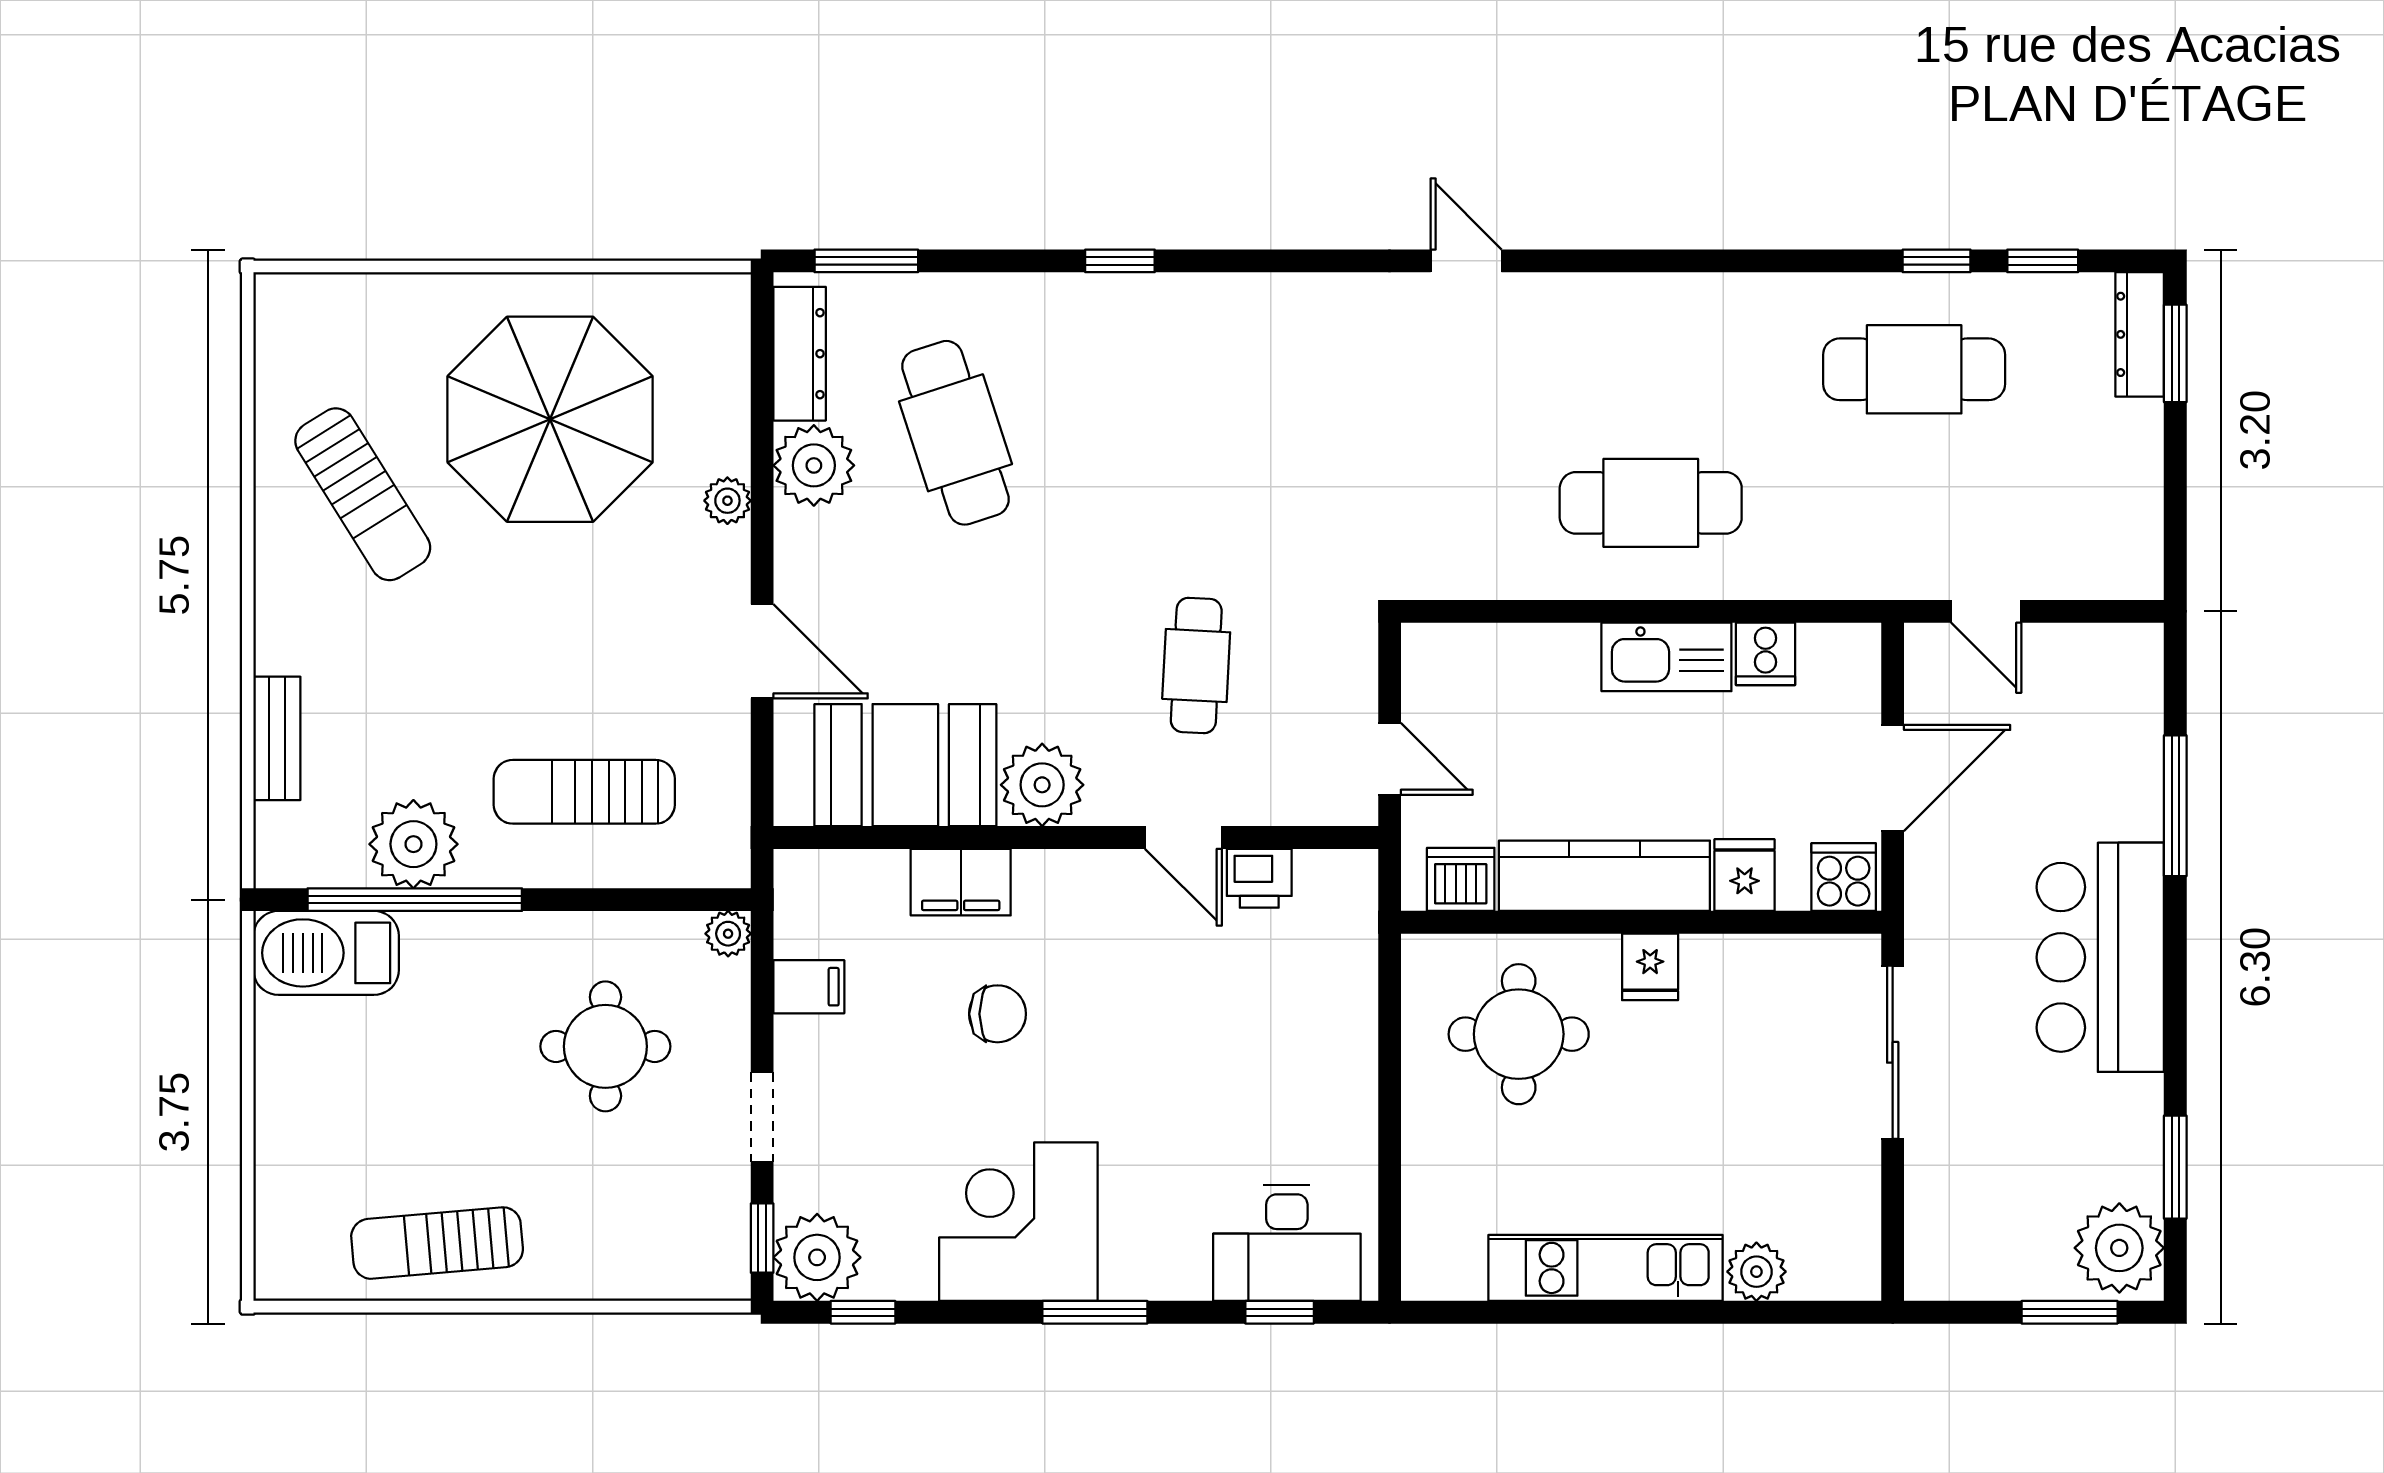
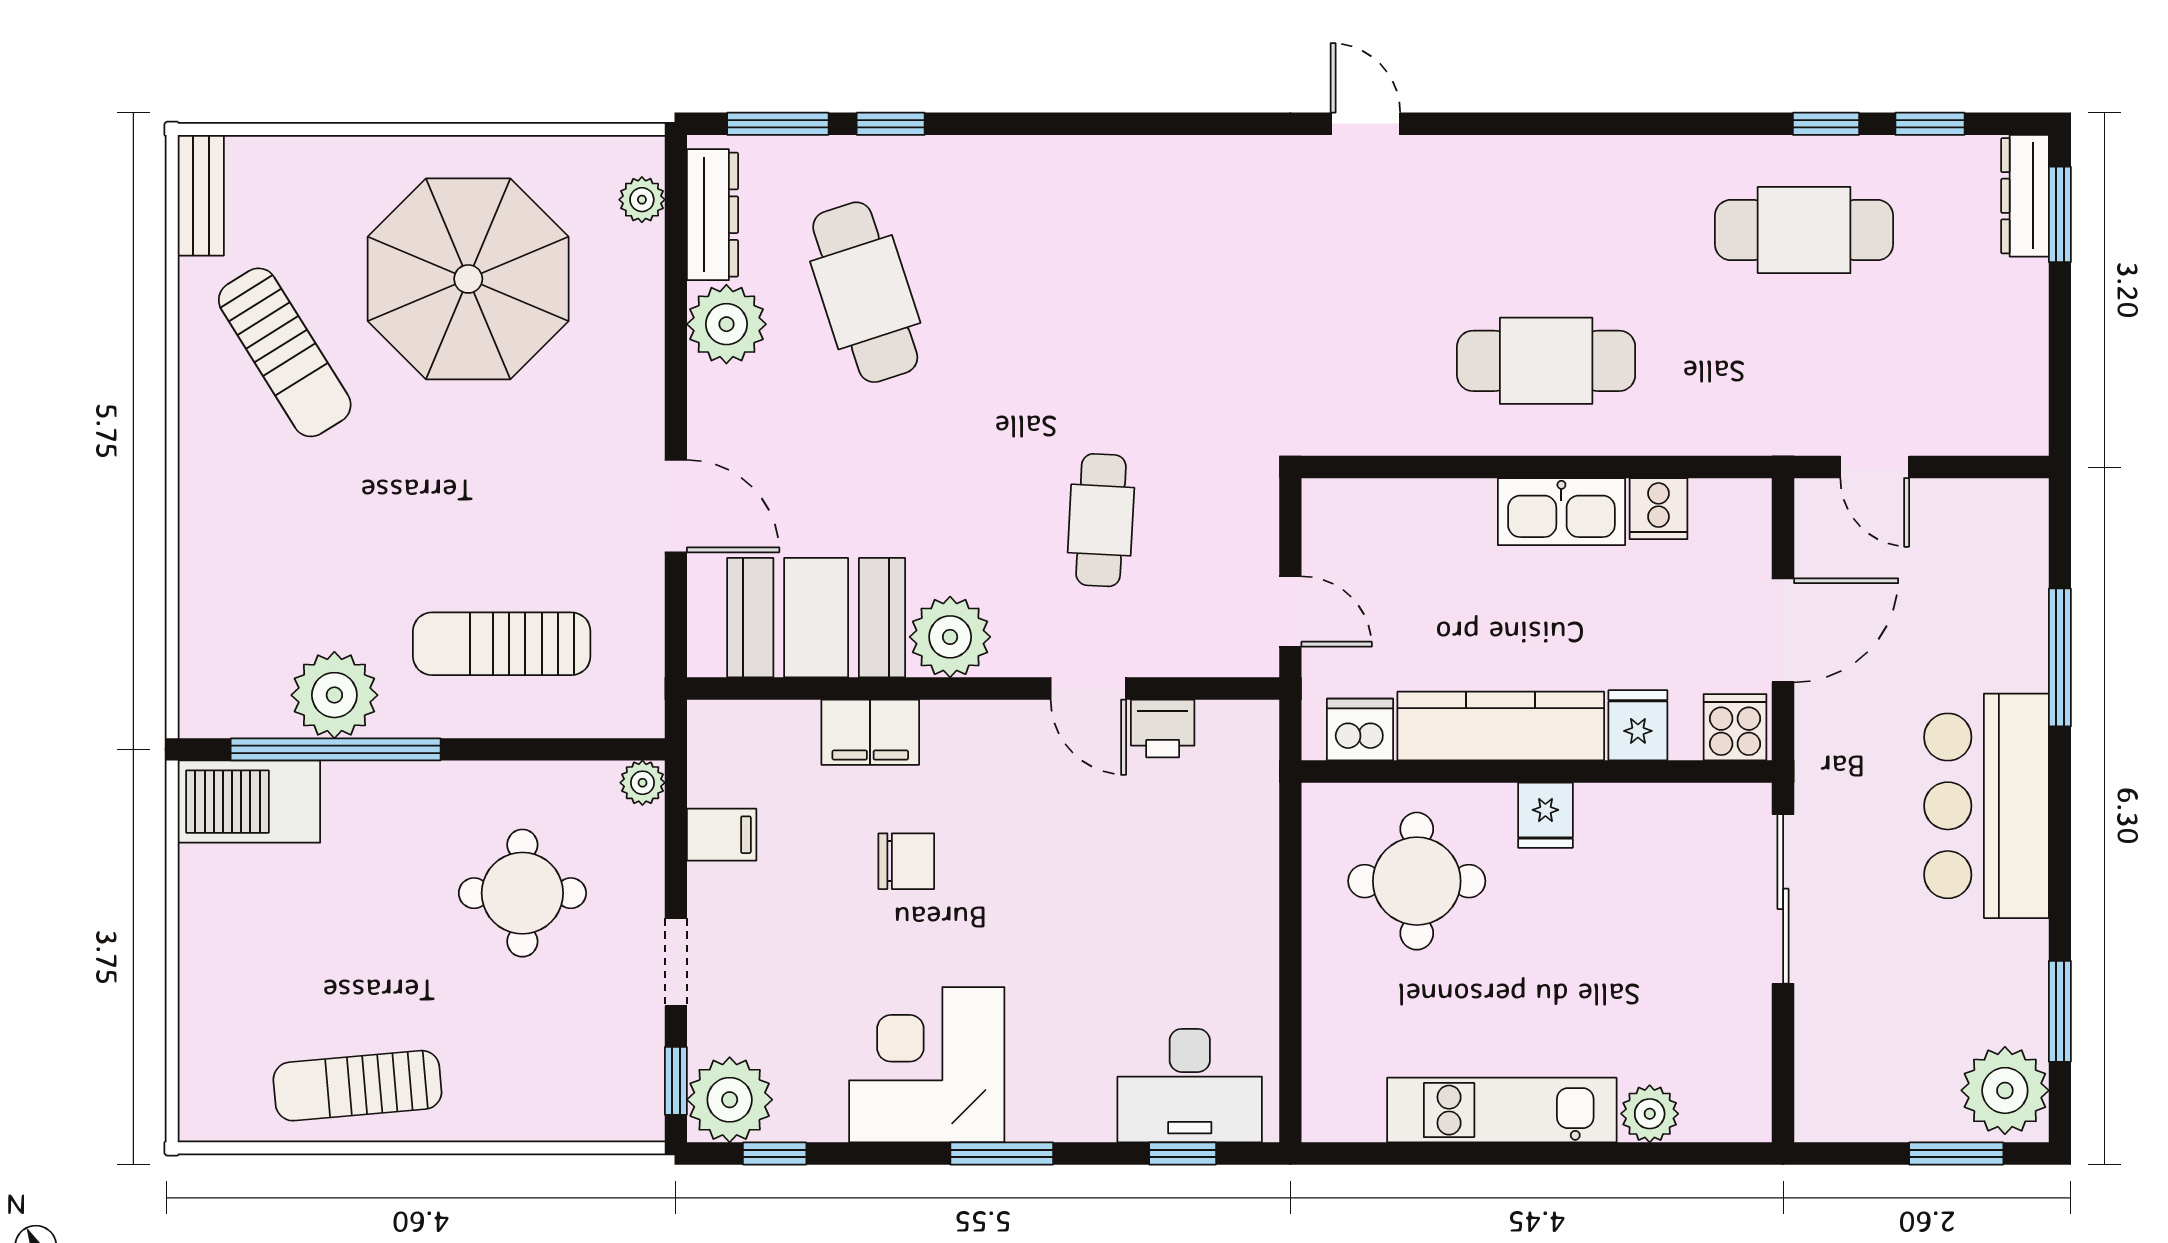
window: (1120, 261) -> (891, 124), moved
plant: (727, 501) -> (642, 200), moved
bench: (277, 738) -> (201, 195), moved

